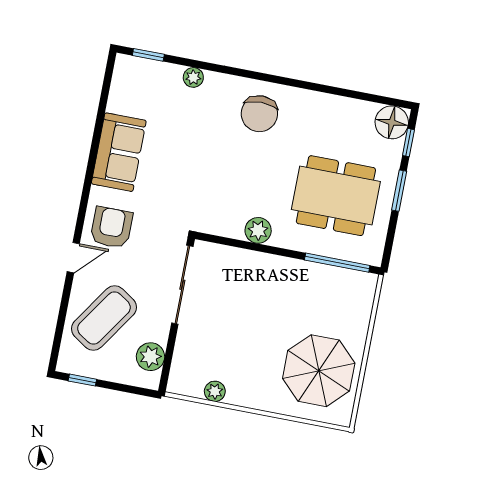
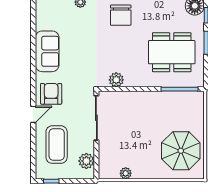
plant: (258, 230) -> (116, 80), moved
coffee table: (104, 318) -> (57, 145), turned -34

